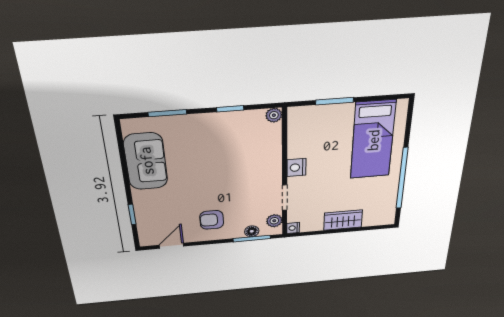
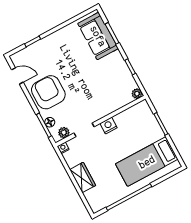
sofa: (146, 161) -> (98, 36), moved, turned 90
armchair: (212, 220) -> (48, 92), width x1.88, depth x1.88

